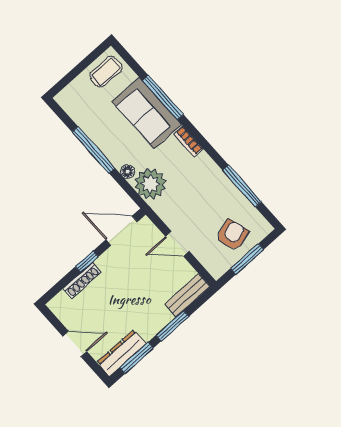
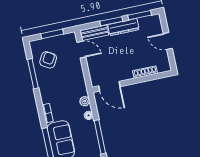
plant: (150, 184) -> (85, 101), width x0.53, depth x0.53
armchair: (232, 235) -> (48, 60), moved, turned 137
door: (177, 244) -> (81, 50), moved
window: (87, 262) -> (137, 80), removed
dresser: (121, 353) -> (123, 27), moved

